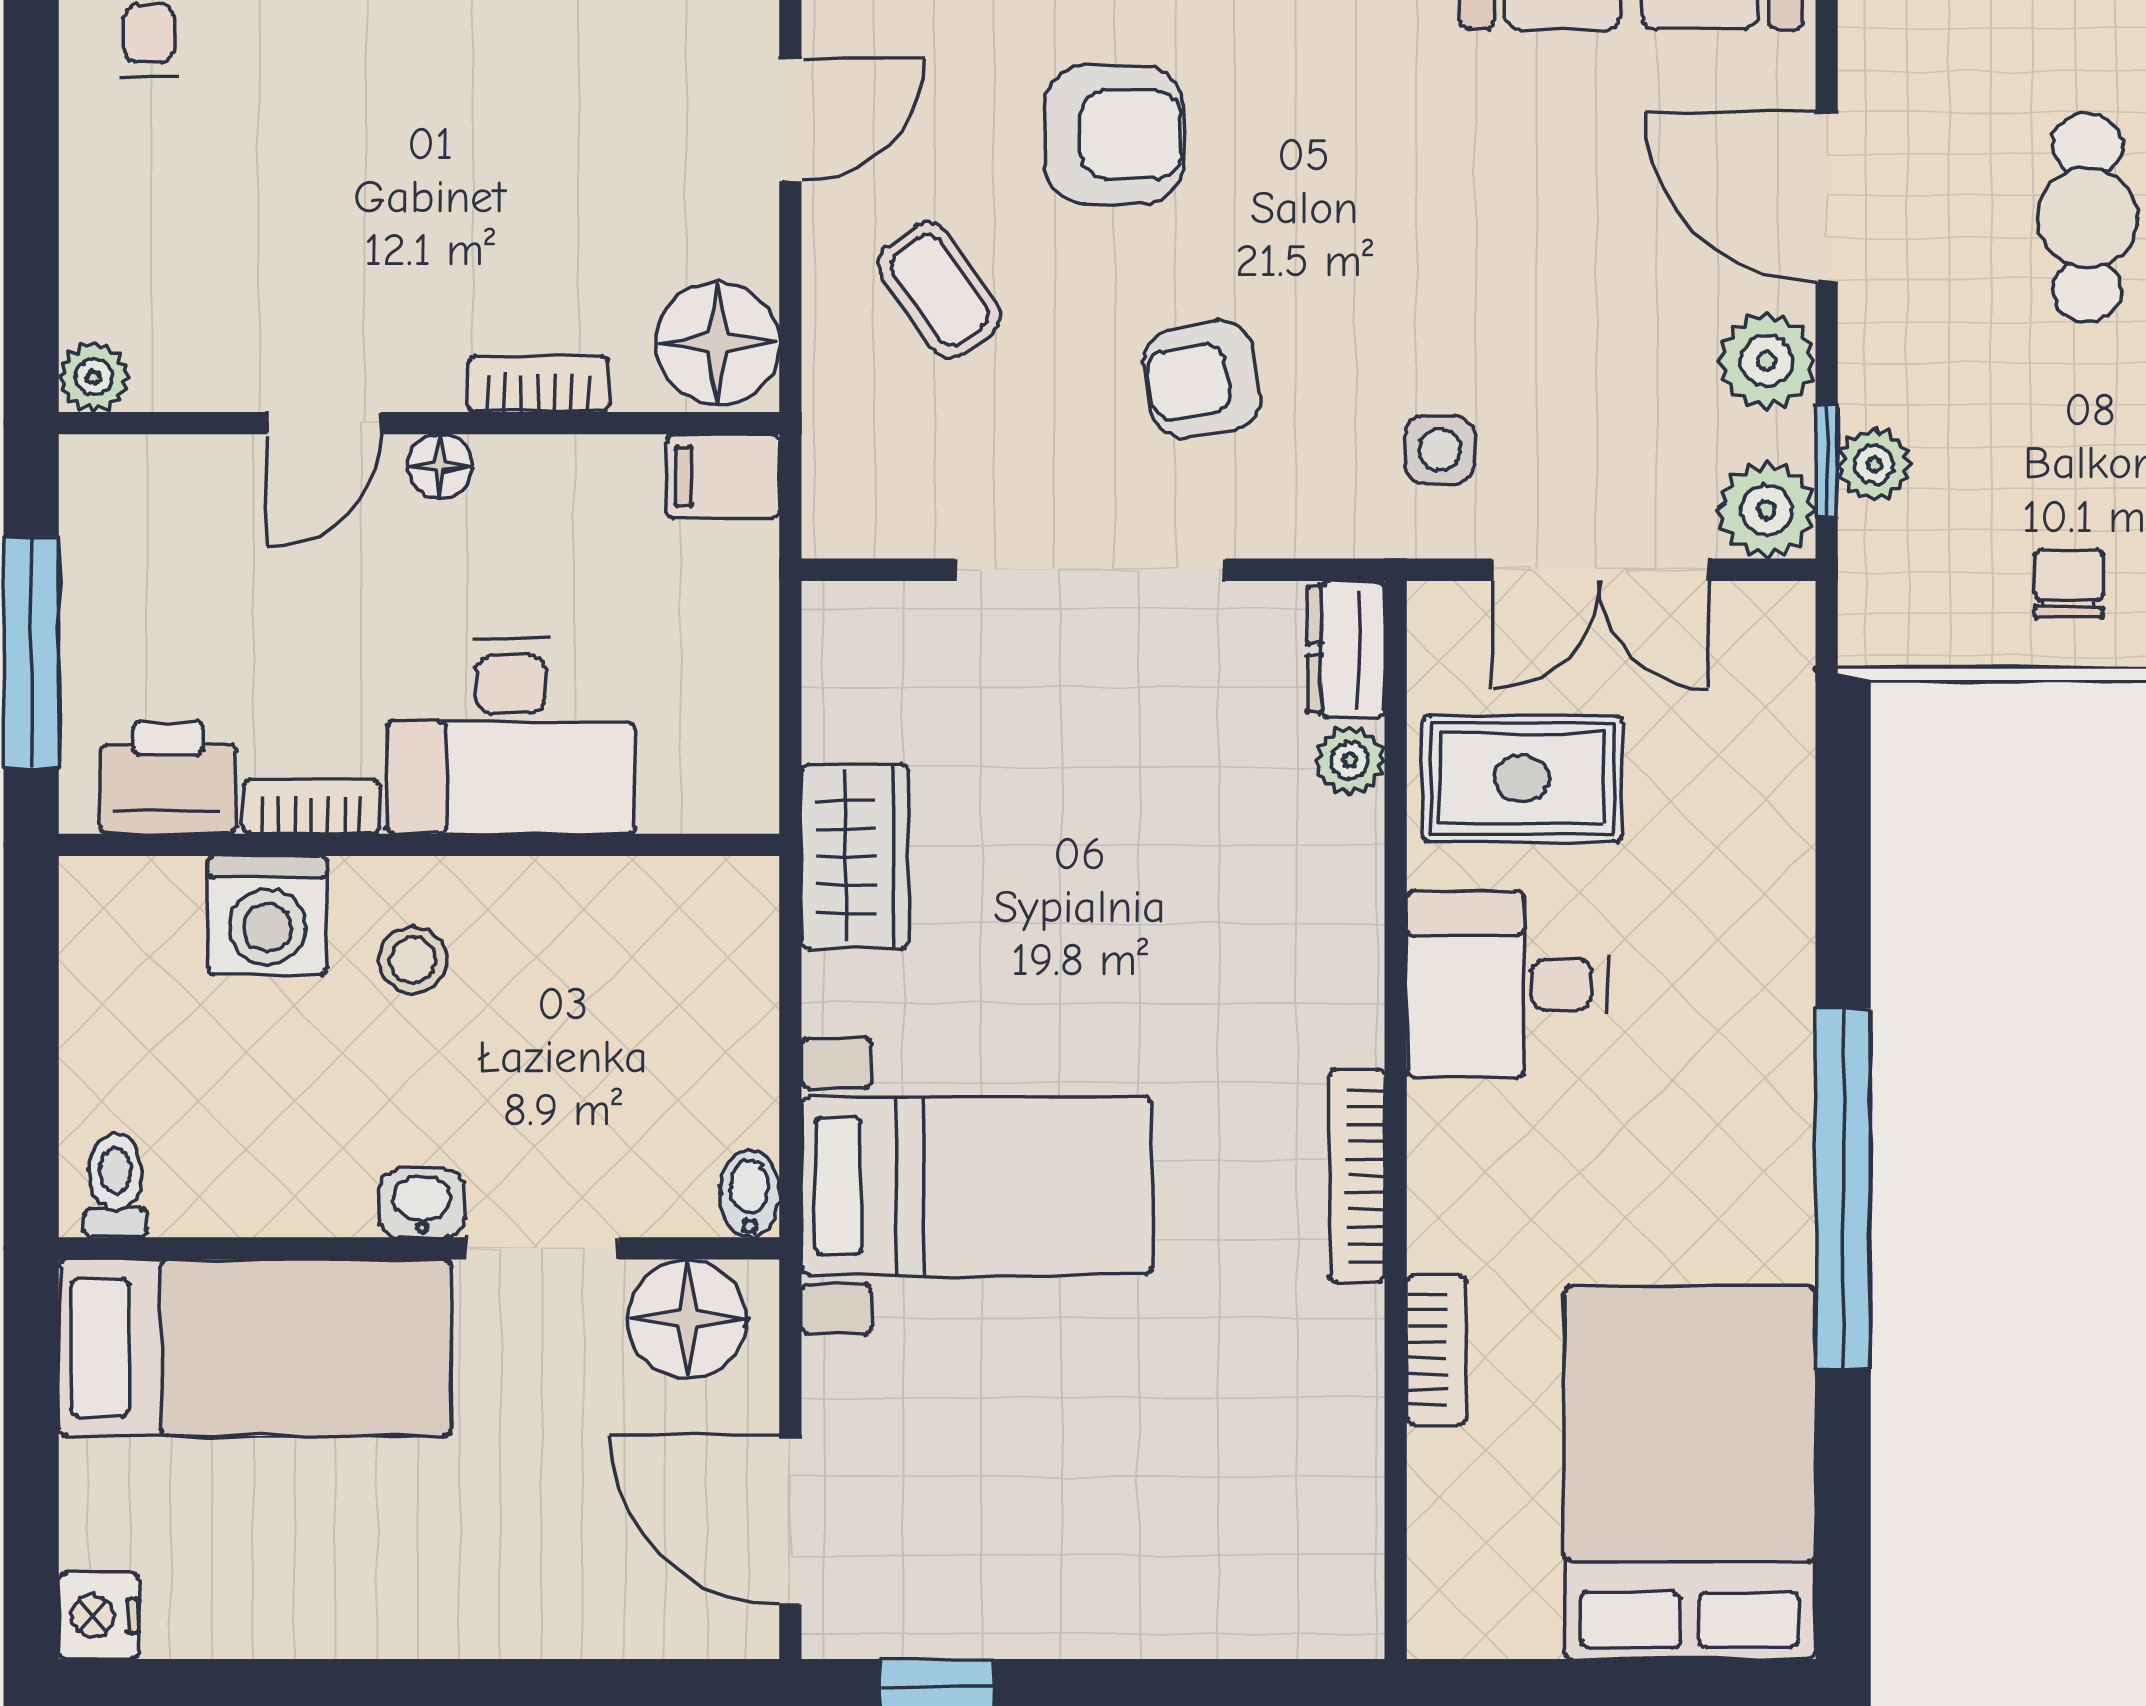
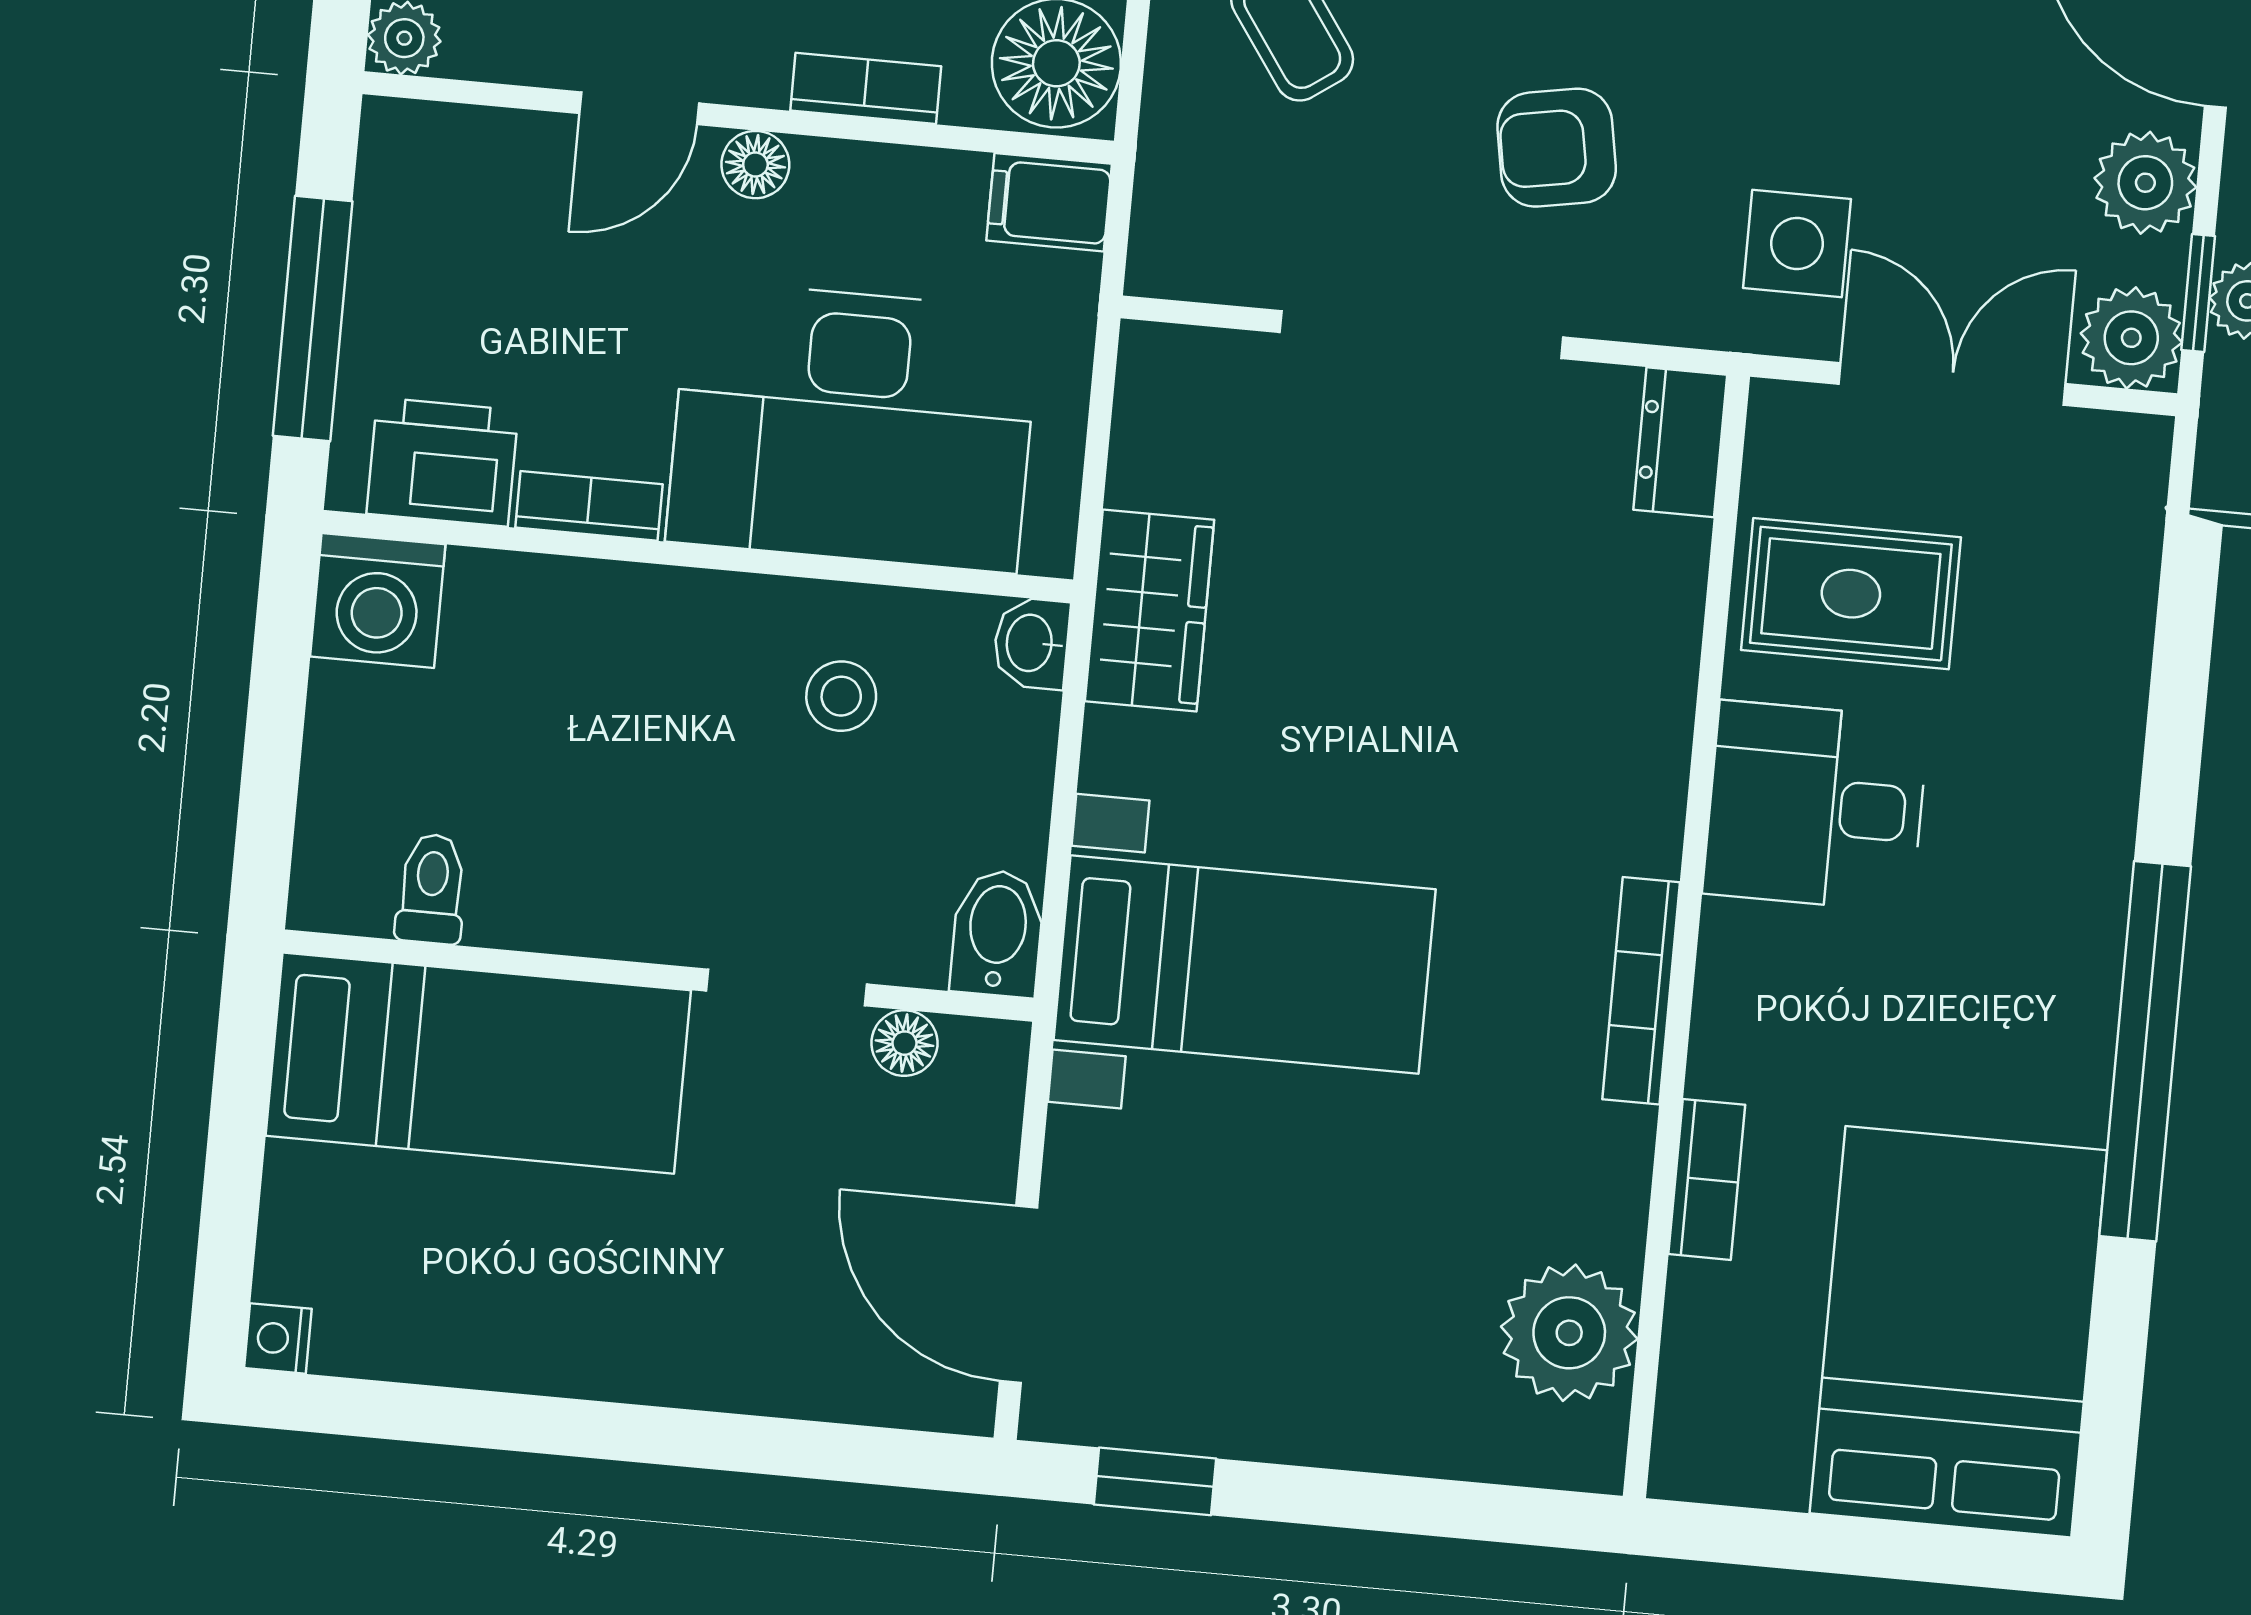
side table: (1440, 450) -> (1797, 243), width x1.37, depth x1.37
double door: (1600, 570) -> (1952, 384), swing flipped
desk: (511, 737) -> (853, 426), width x1.36, depth x1.30
plant: (1350, 760) -> (1569, 1333), moved, width x1.88, depth x1.88
washing machine: (267, 915) -> (378, 600), moved
stool: (413, 960) -> (841, 696), moved
toilet: (116, 1185) -> (431, 889), moved
bidet: (750, 1194) -> (997, 933), width x1.38, depth x1.36
washbasin: (422, 1203) -> (1031, 643), moved, turned -90
floor lamp: (687, 1319) -> (904, 1043), width x0.53, depth x0.53
nightstand: (99, 1616) -> (278, 1338), width x0.72, depth x0.74

